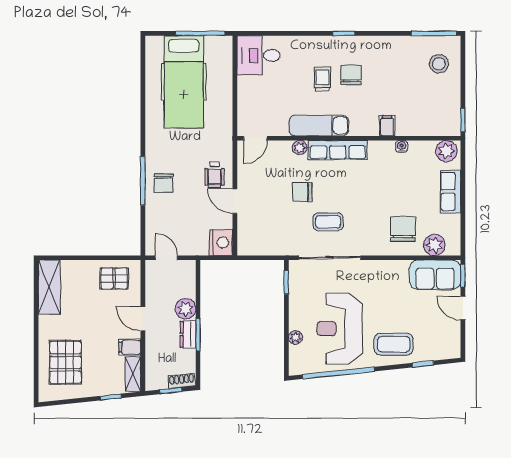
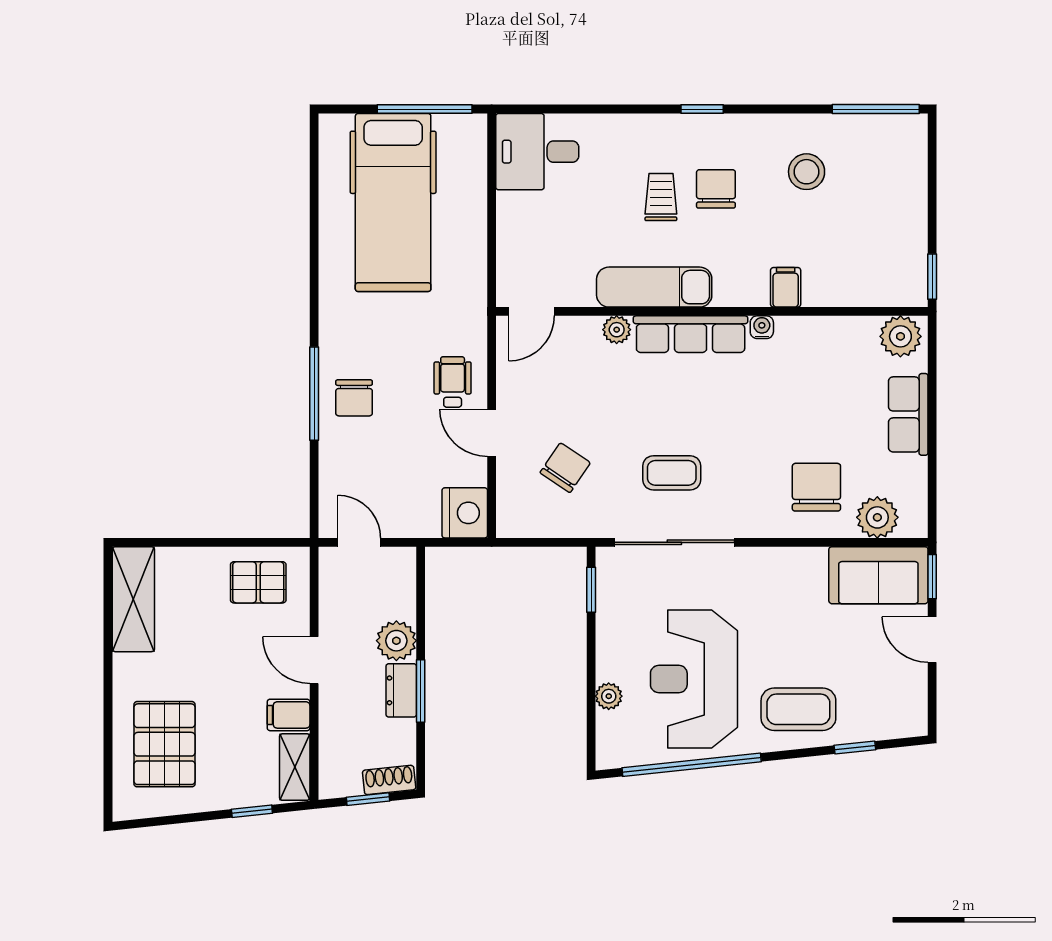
stool: (439, 64) -> (807, 172), moved
water cooler: (402, 146) -> (762, 327), moved
wheelchair: (215, 175) -> (453, 382), turned 180
chair: (302, 192) -> (565, 468), moved, turned 124

